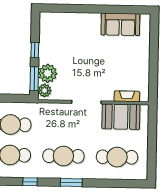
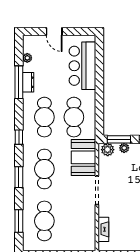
plant: (48, 73) -> (124, 148), width x0.53, depth x0.53
booth: (121, 117) -> (84, 157), moved
window: (117, 183) -> (19, 221), added

